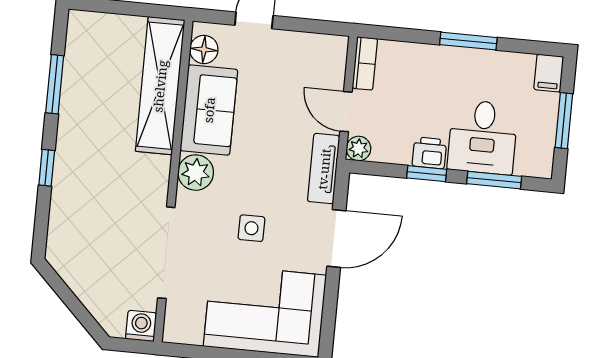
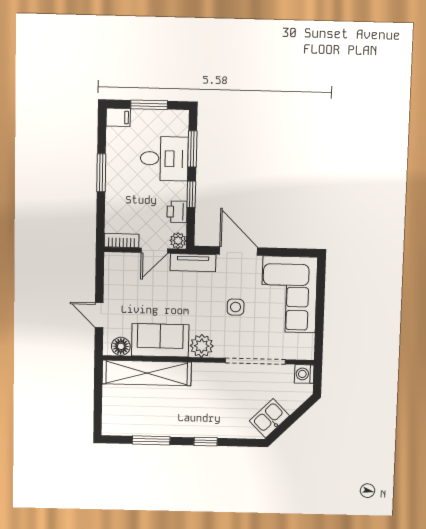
printer: (429, 153) -> (177, 212), moved
kitchen sink: (76, 268) -> (269, 418), added

